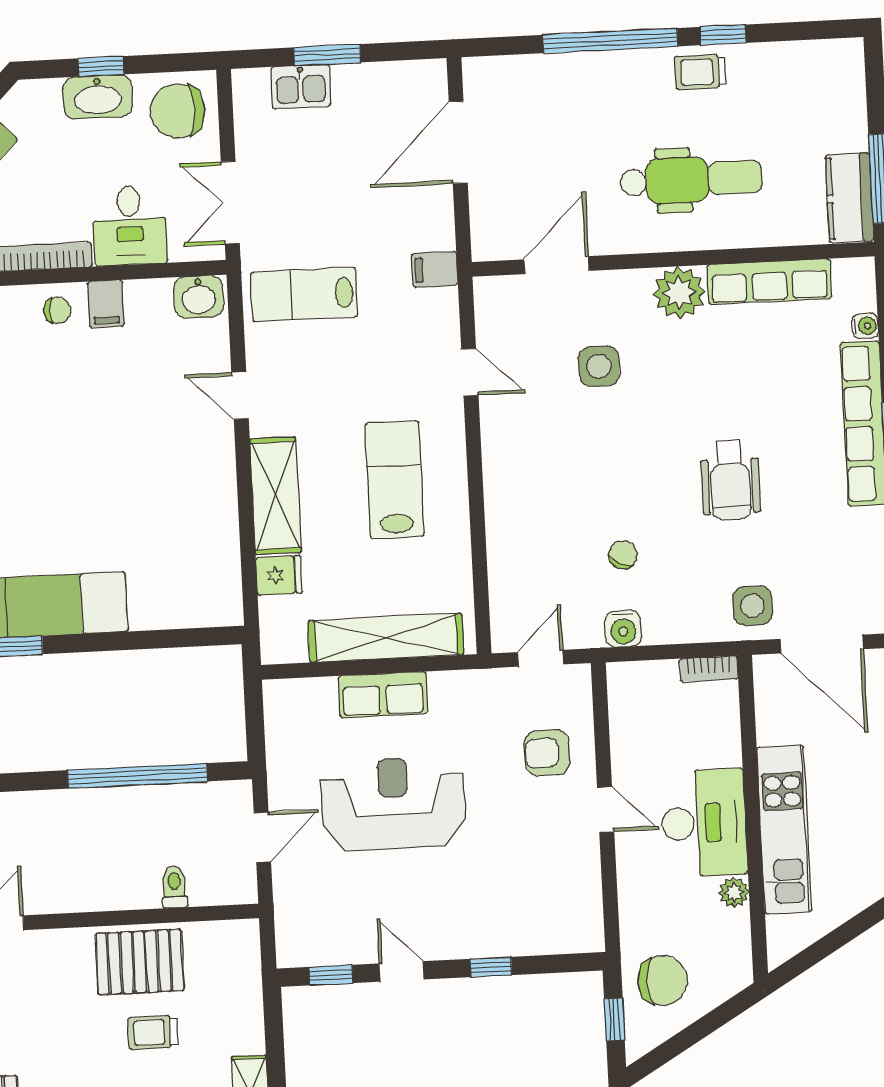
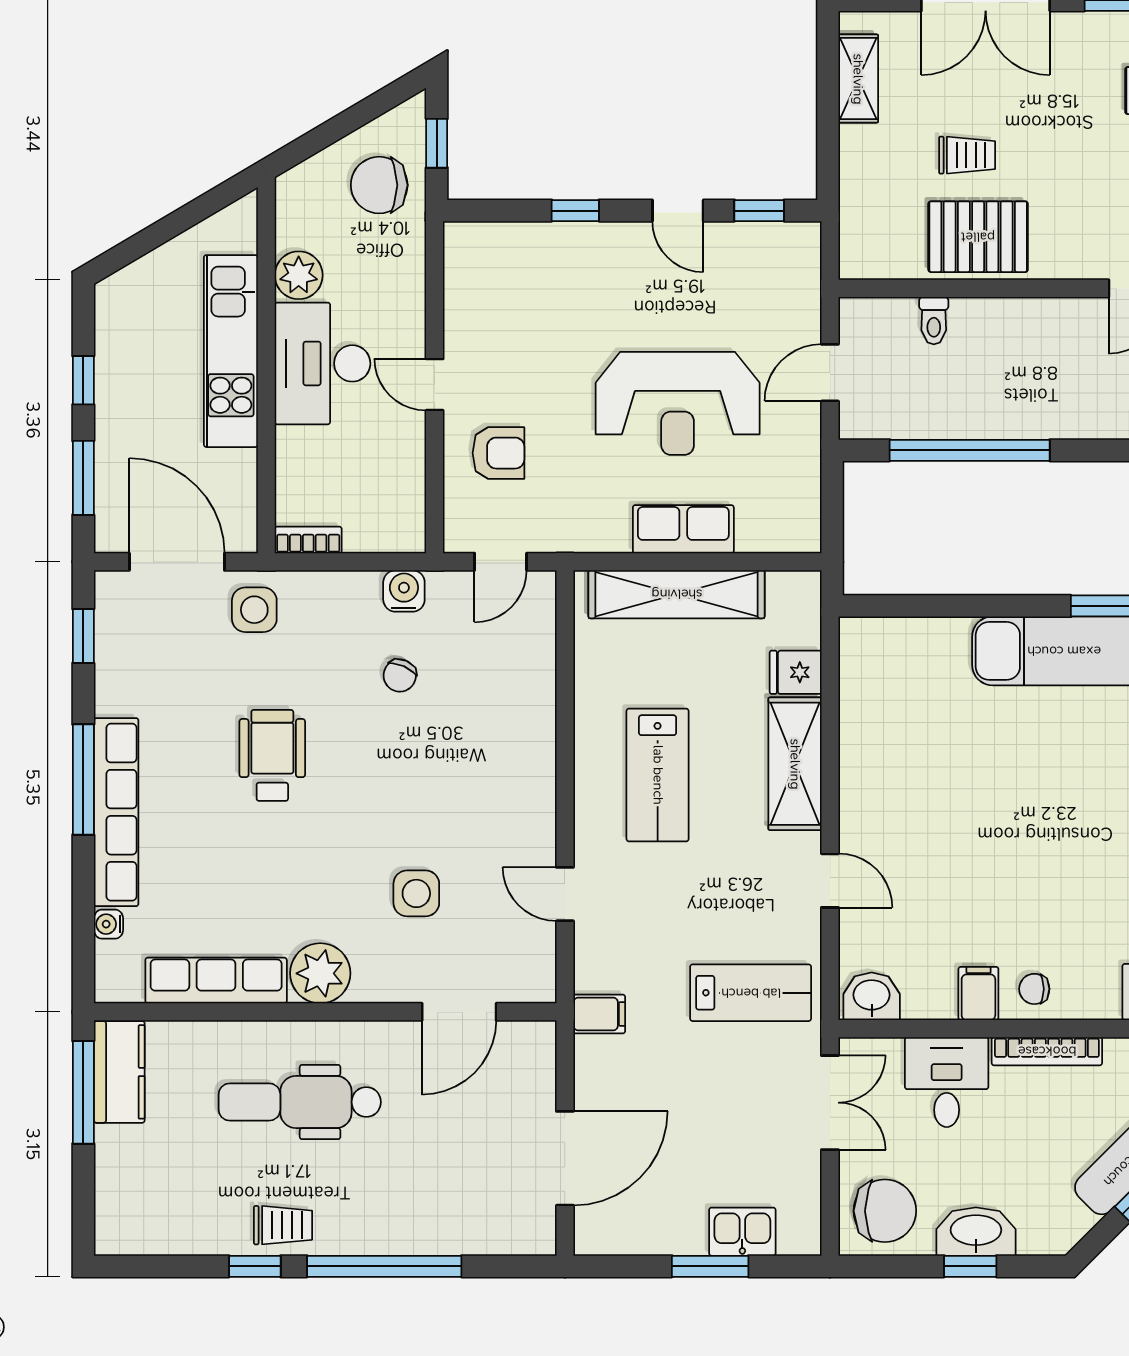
plant: (734, 893) -> (299, 275), width x1.38, depth x1.38

